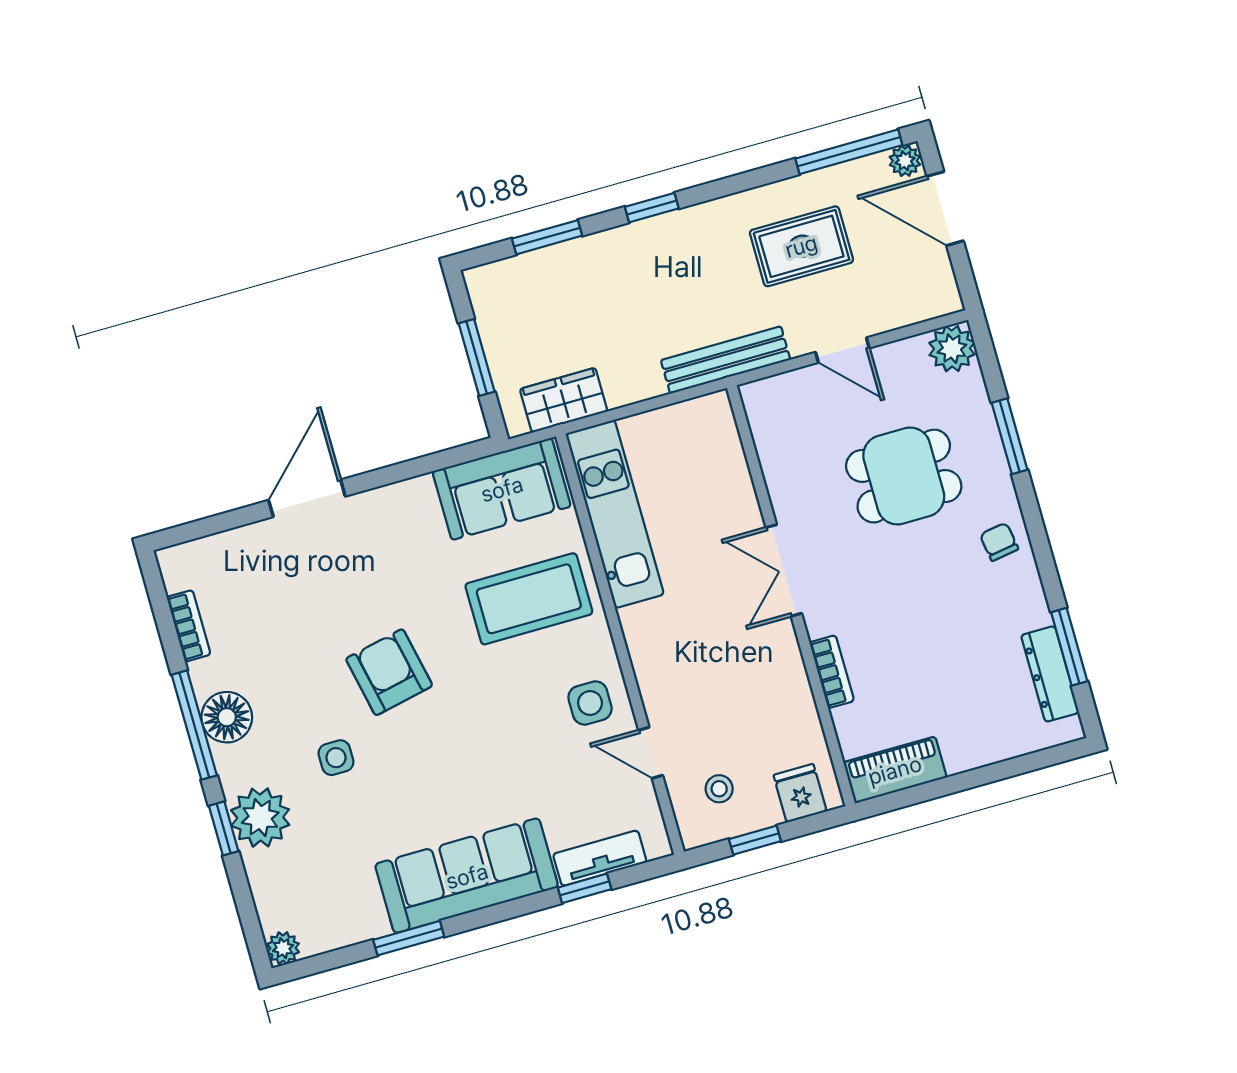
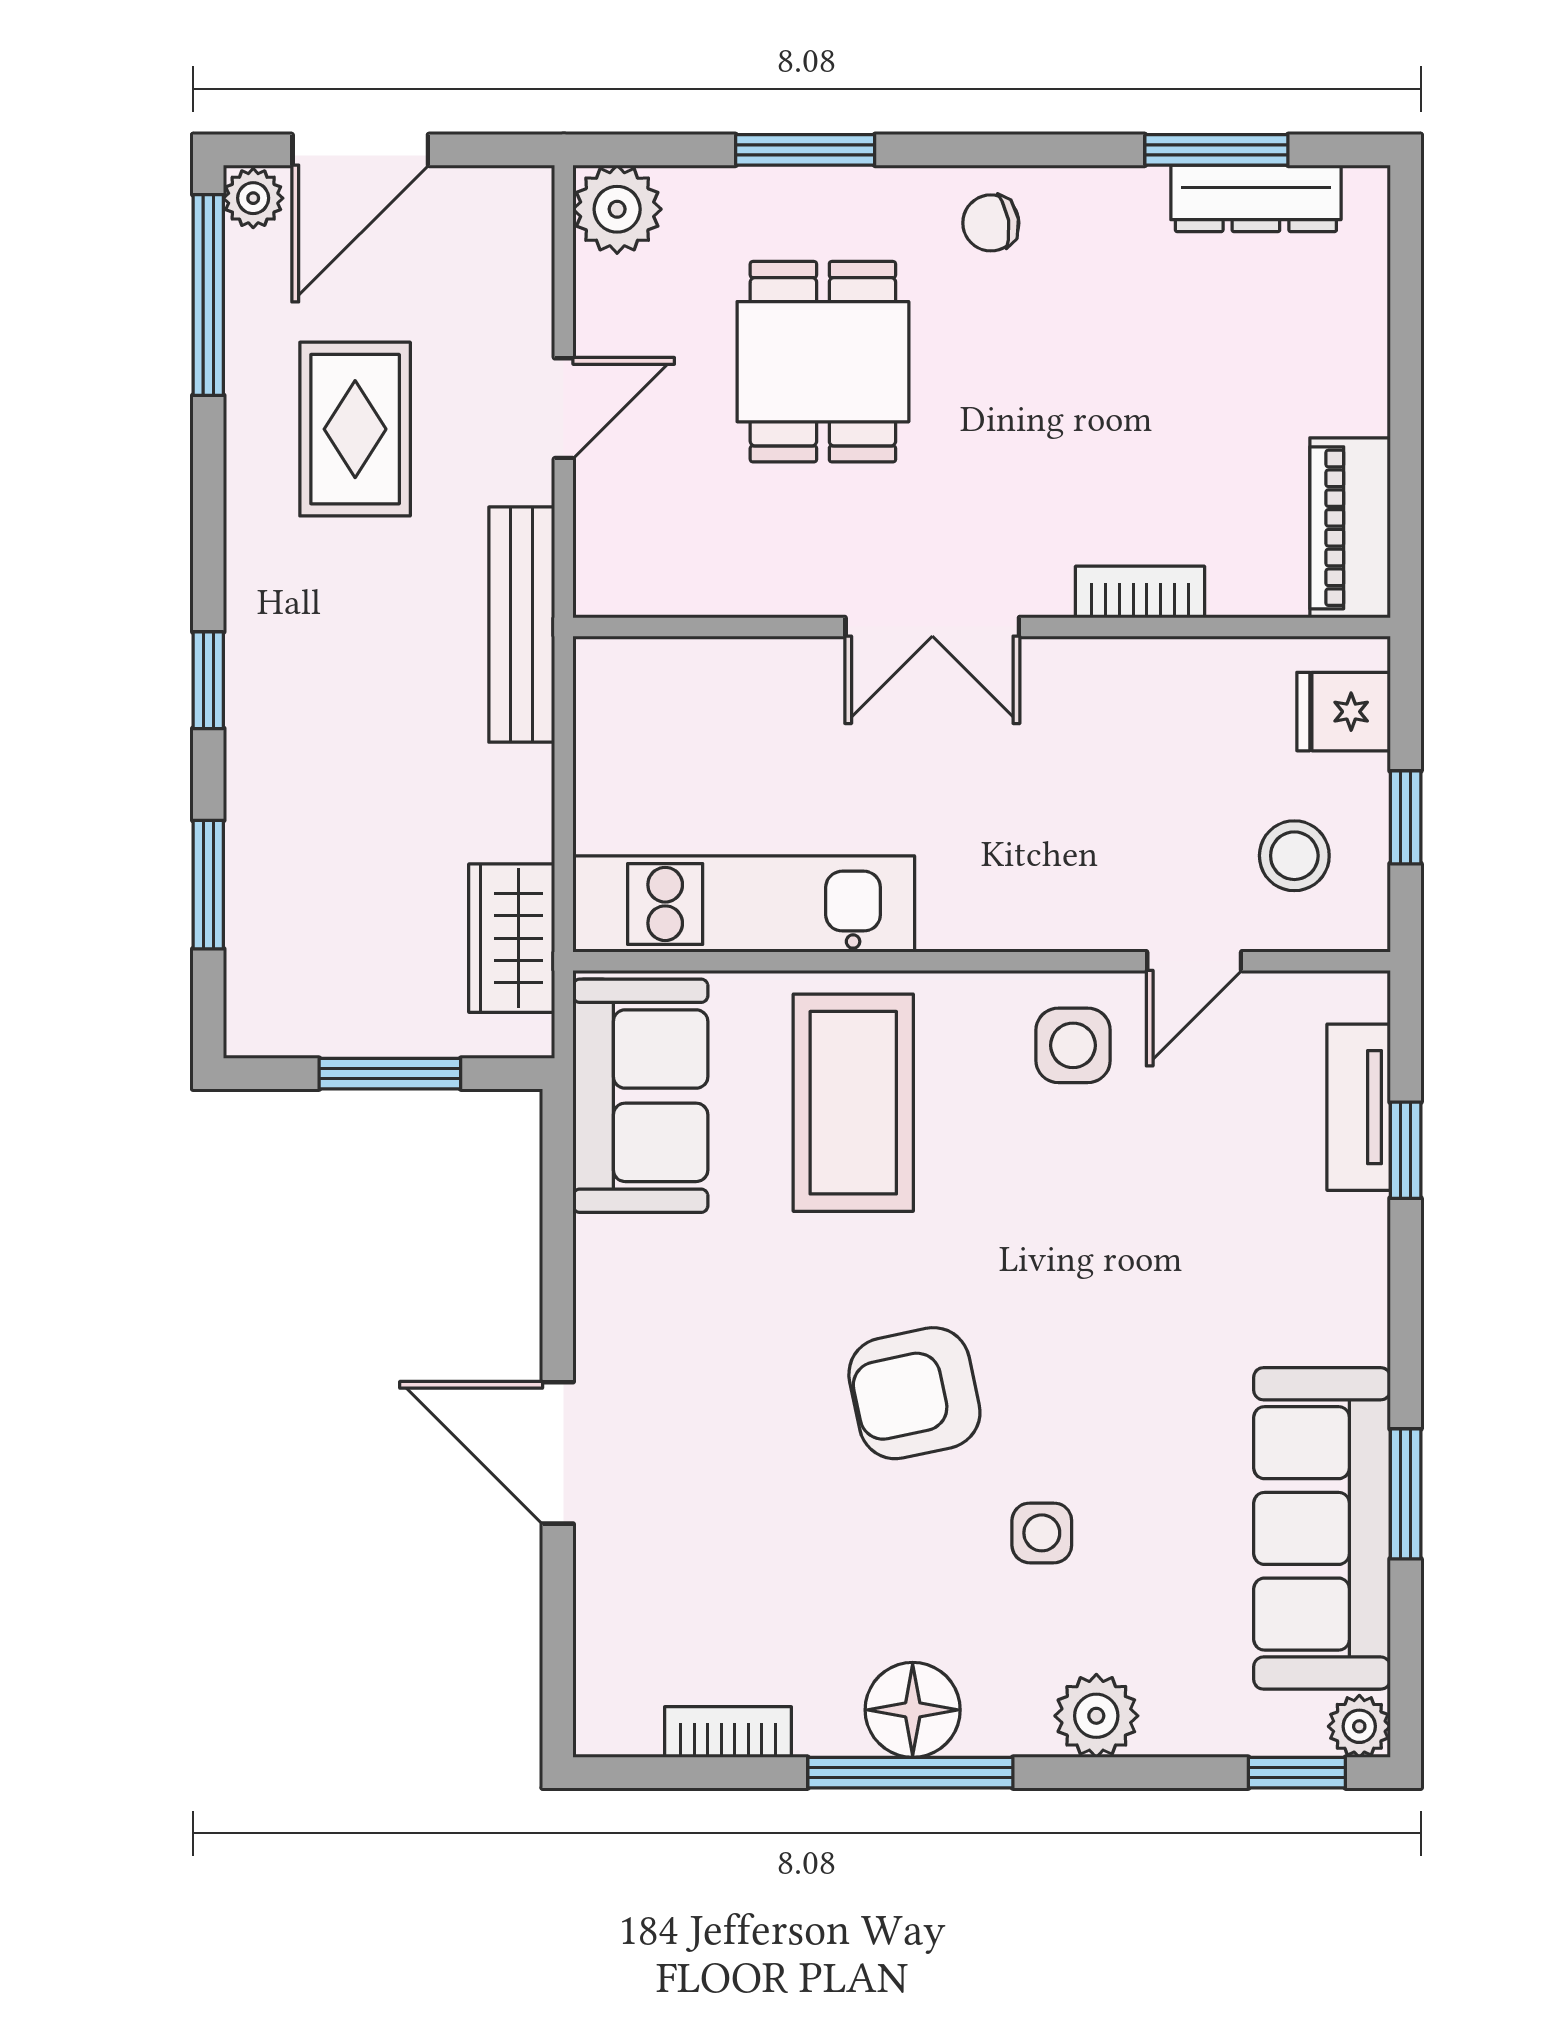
stool: (719, 789) -> (1294, 856), width x1.37, depth x1.37
plant: (260, 818) -> (1096, 1716), width x0.73, depth x0.73
window: (224, 828) -> (1297, 1773), moved
sofa: (467, 876) -> (1322, 1528), moved

